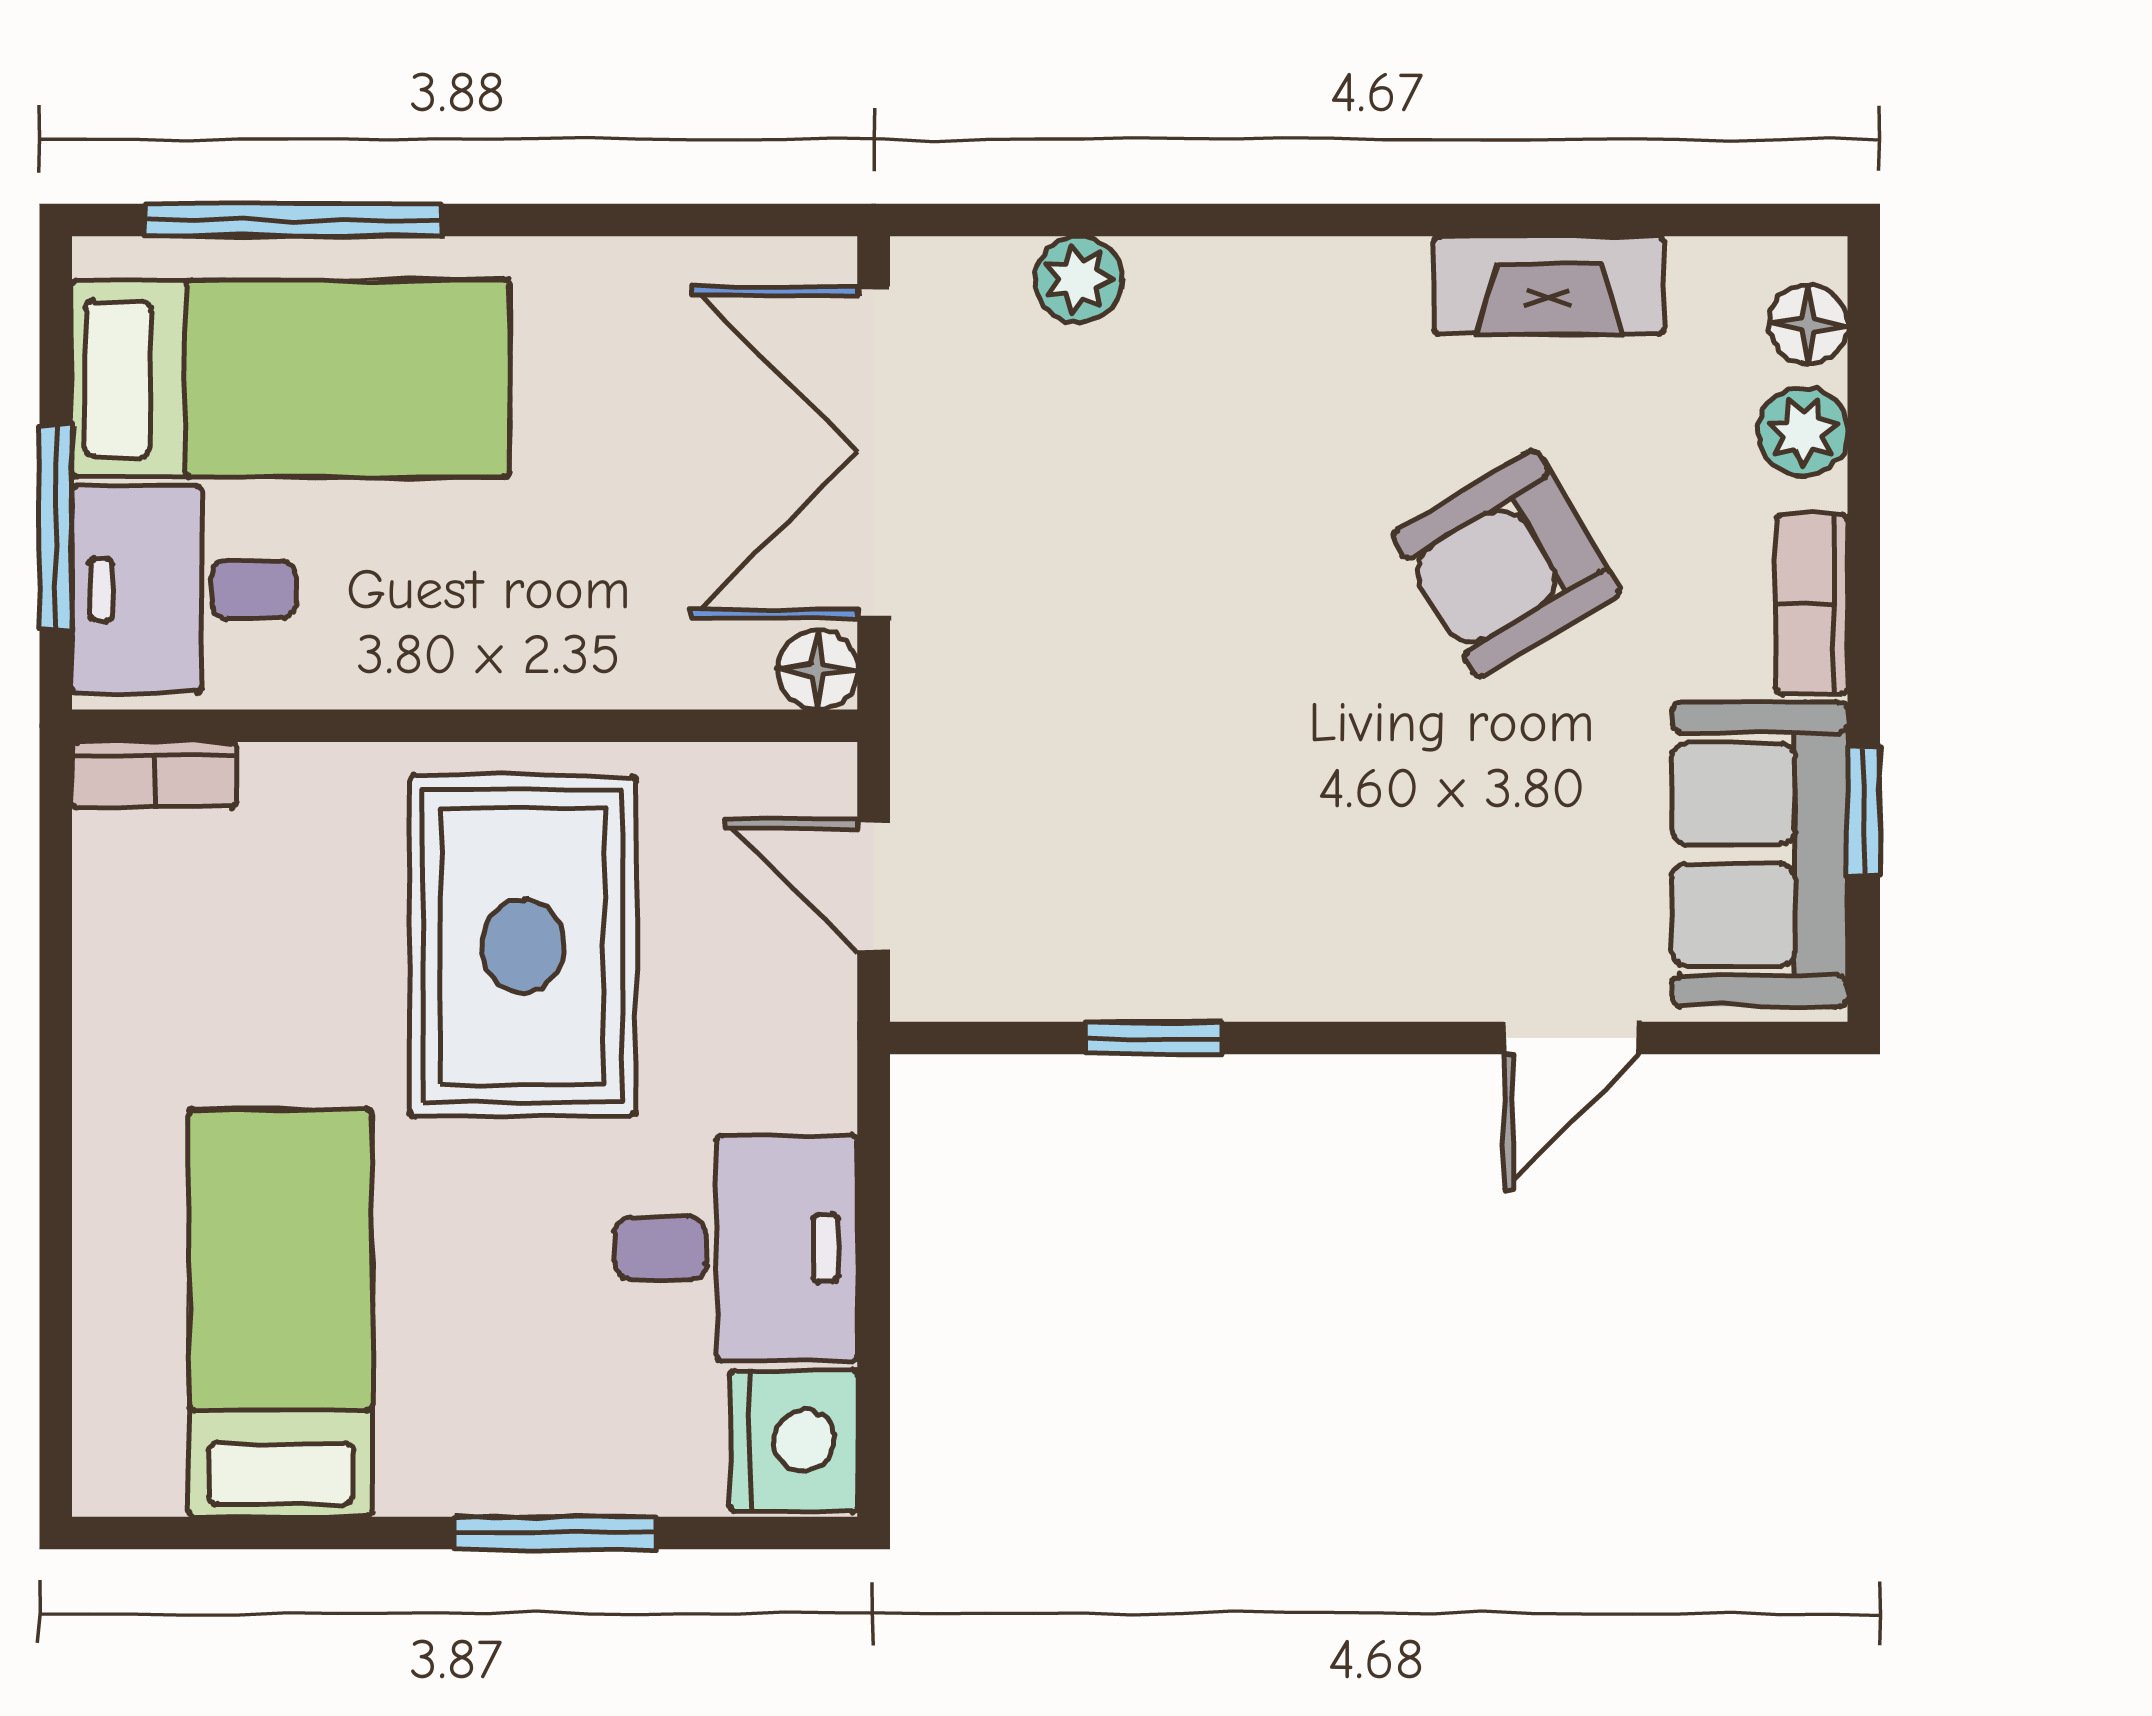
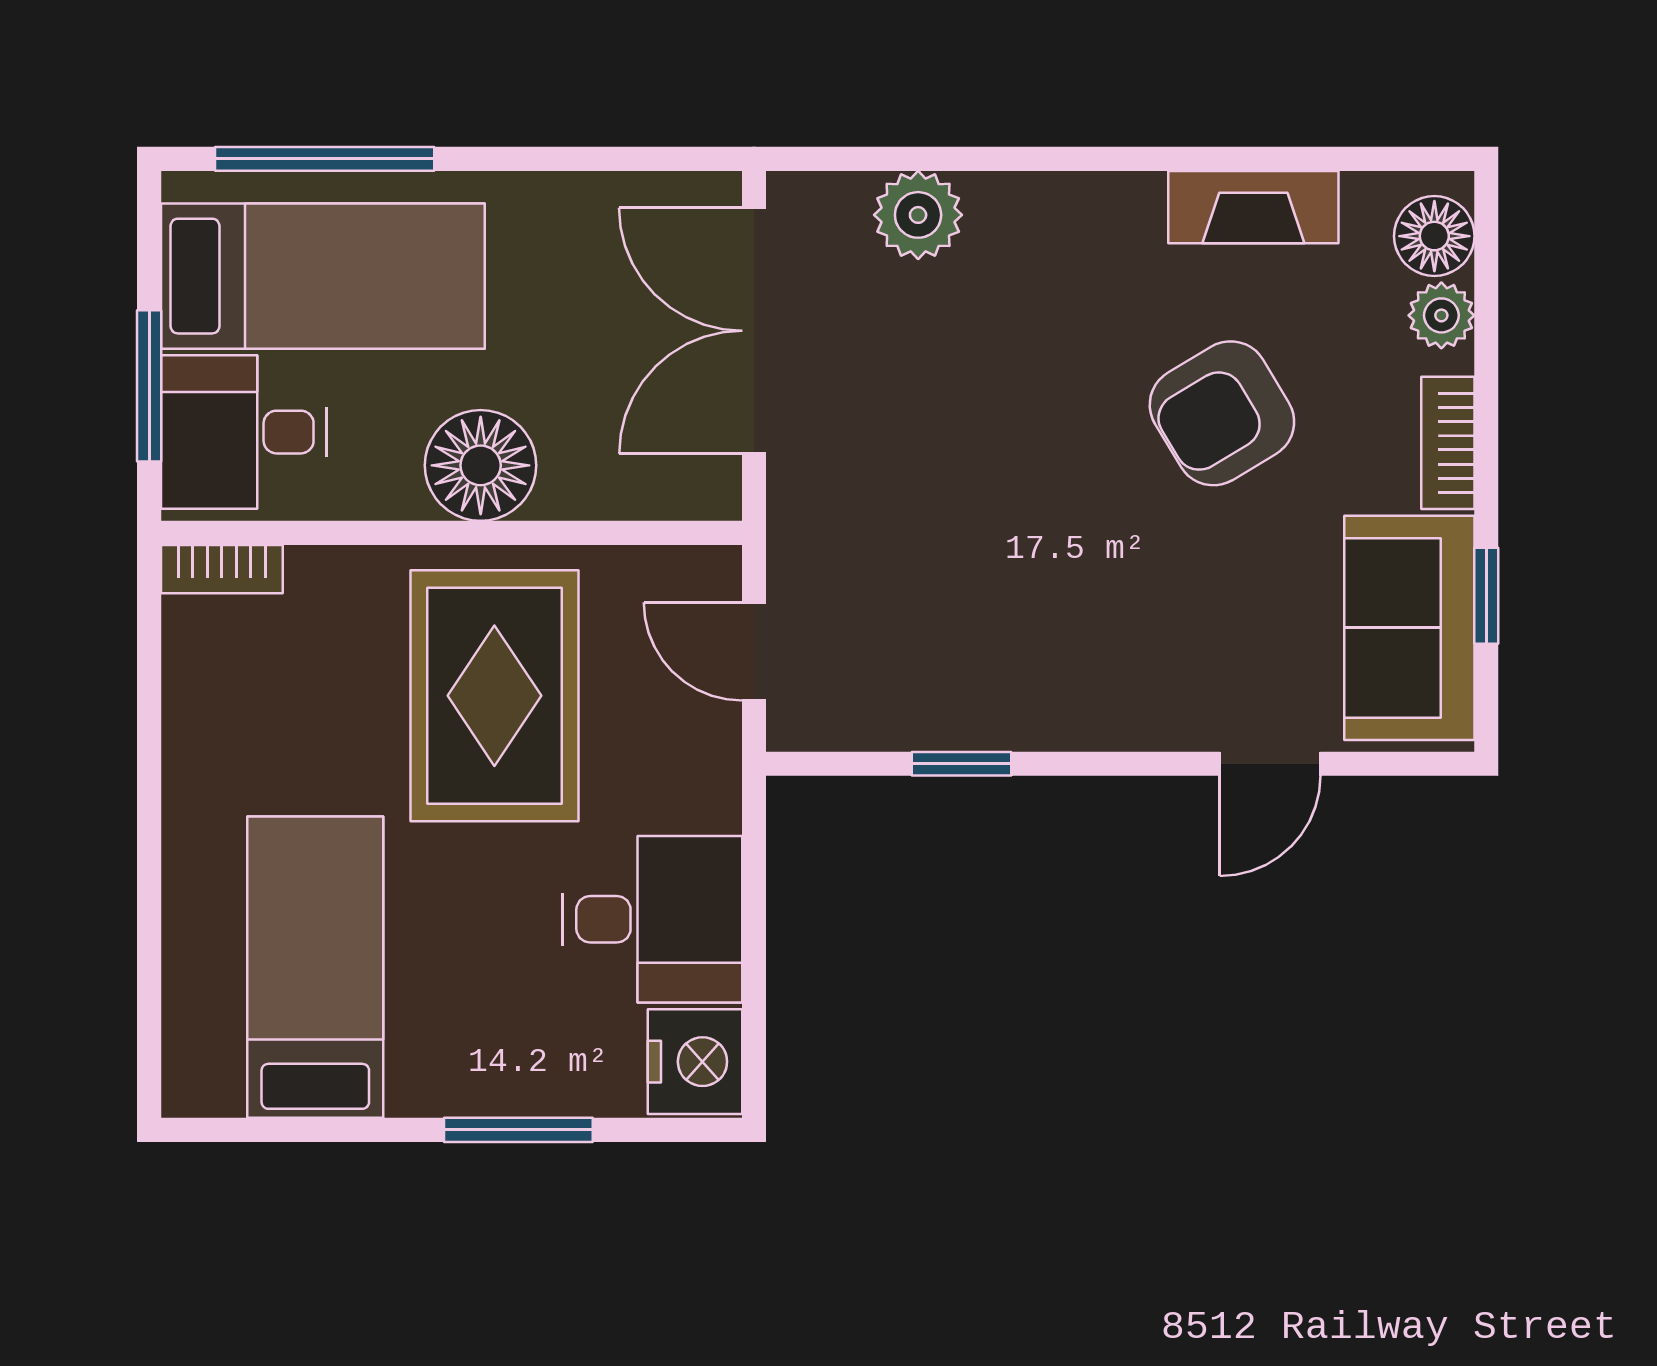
plant: (1079, 280) -> (918, 215), width x1.38, depth x1.38
floor lamp: (1808, 324) -> (1434, 236), width x1.37, depth x1.37
floor lamp: (818, 670) -> (481, 465), moved, width x1.89, depth x1.89

